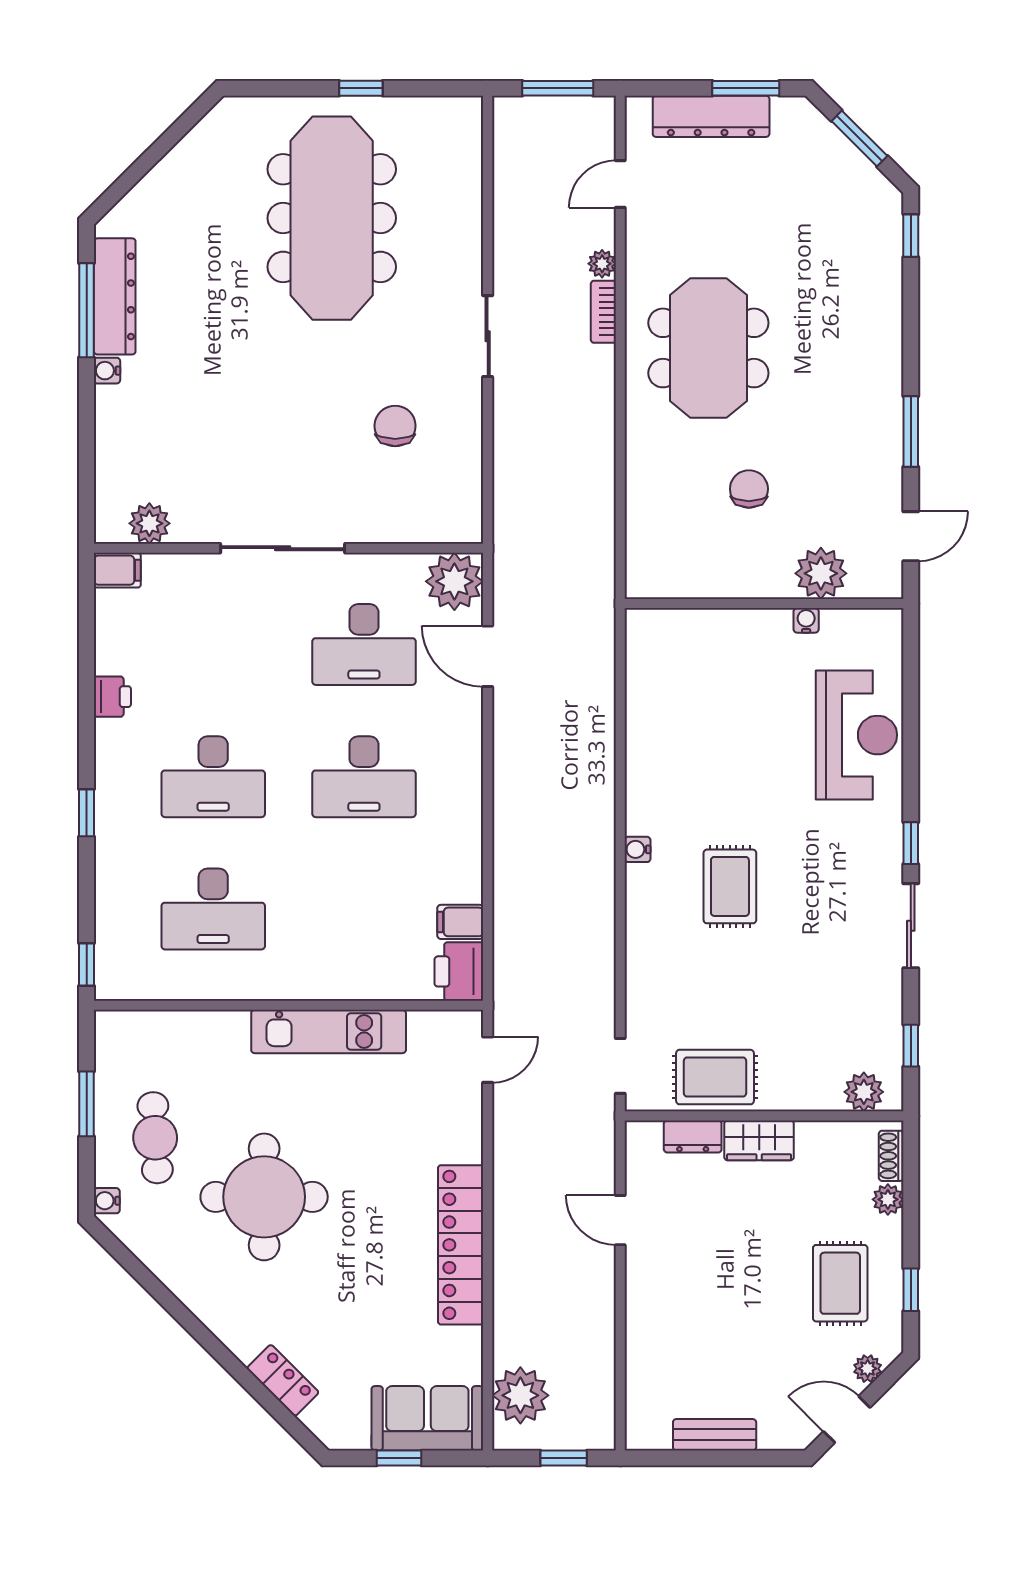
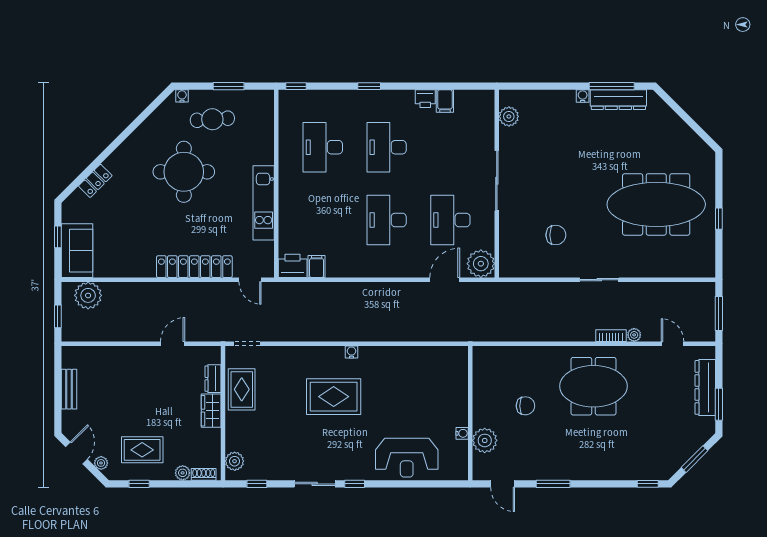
filing cabinet: (117, 570) -> (445, 101), moved
rug: (730, 886) -> (334, 397), width x1.36, depth x1.43
locker: (461, 1245) -> (194, 267), moved

